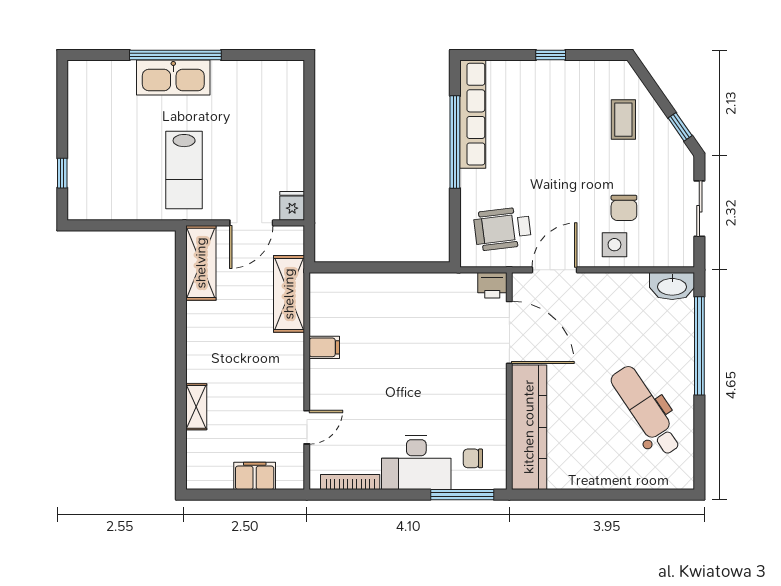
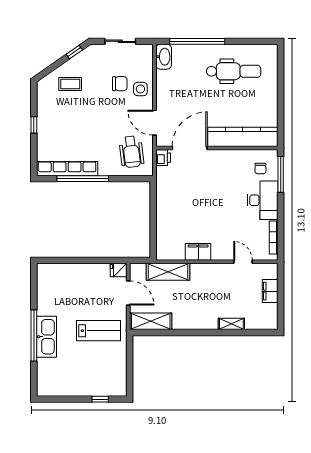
filing cabinet: (324, 347) -> (198, 252), width x2.00
dental chair: (646, 411) -> (234, 71), turned -146

